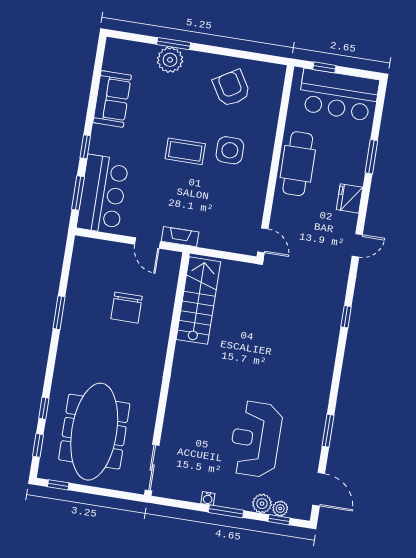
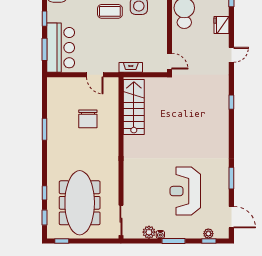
fireplace: (180, 237) -> (131, 67), moved
plant: (262, 504) -> (149, 232), moved

